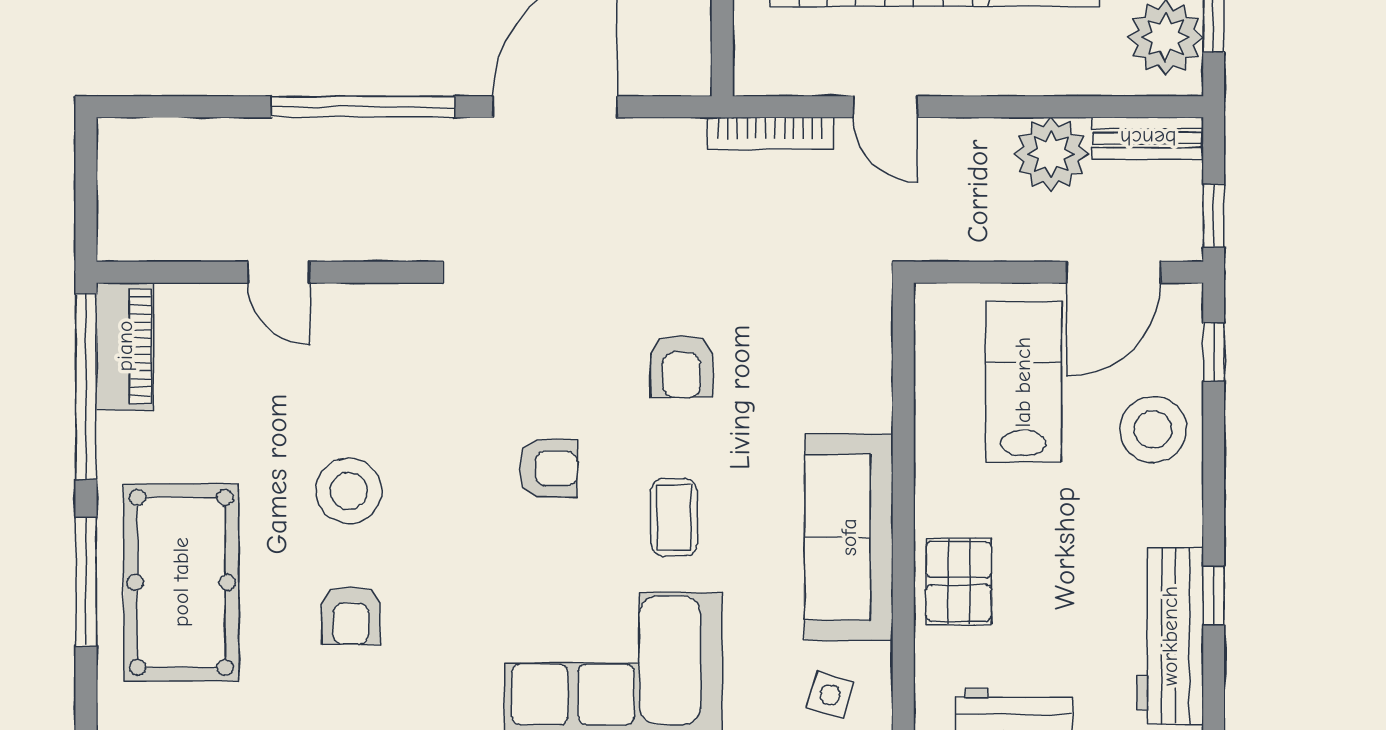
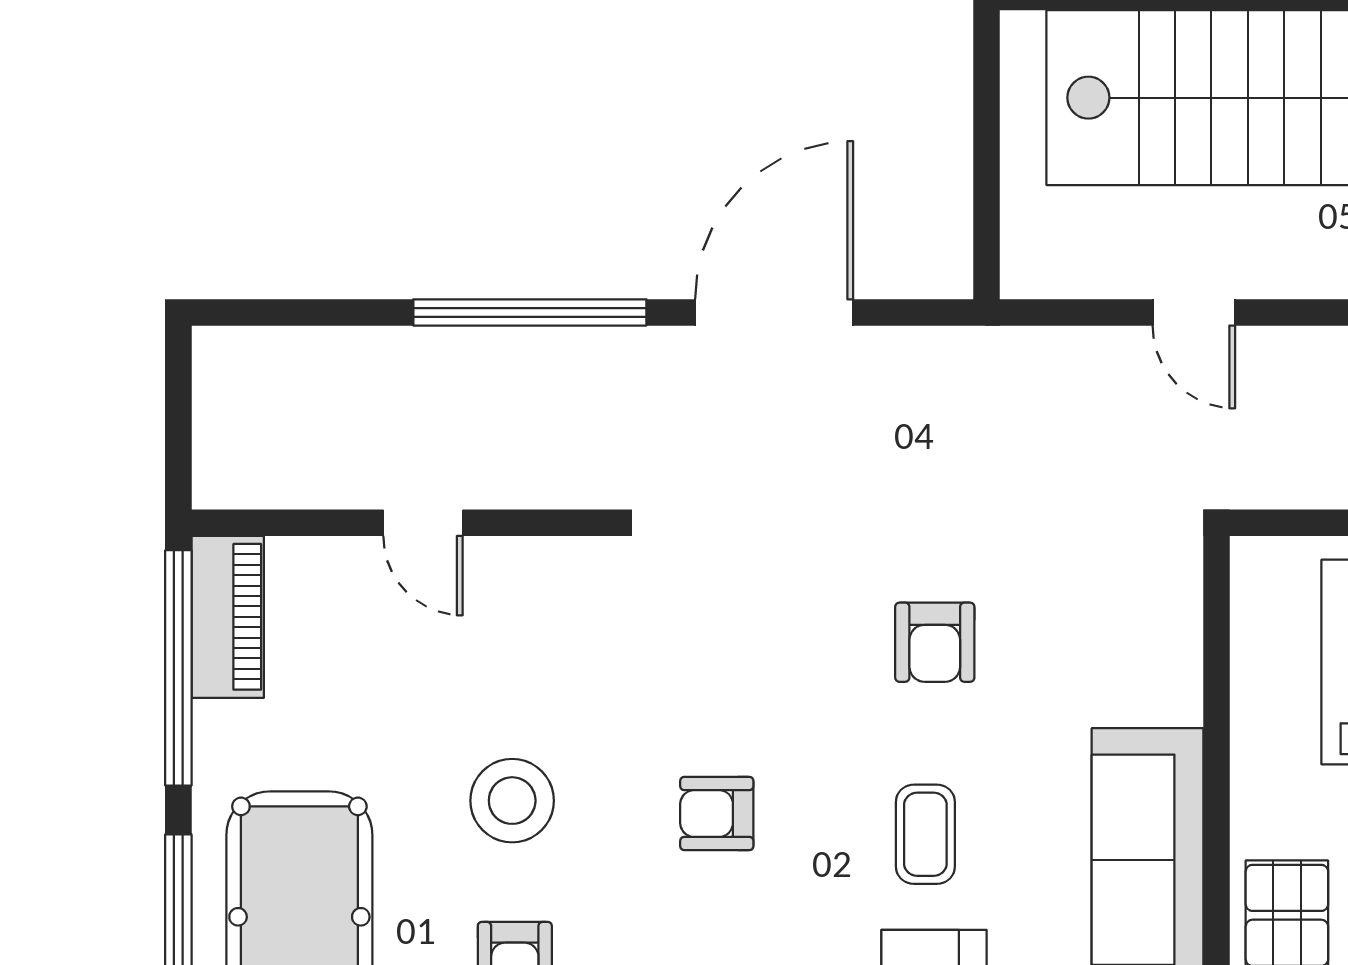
bookcase: (770, 133) -> (1047, 346), removed
armchair: (548, 468) -> (717, 814), moved, turned 180

